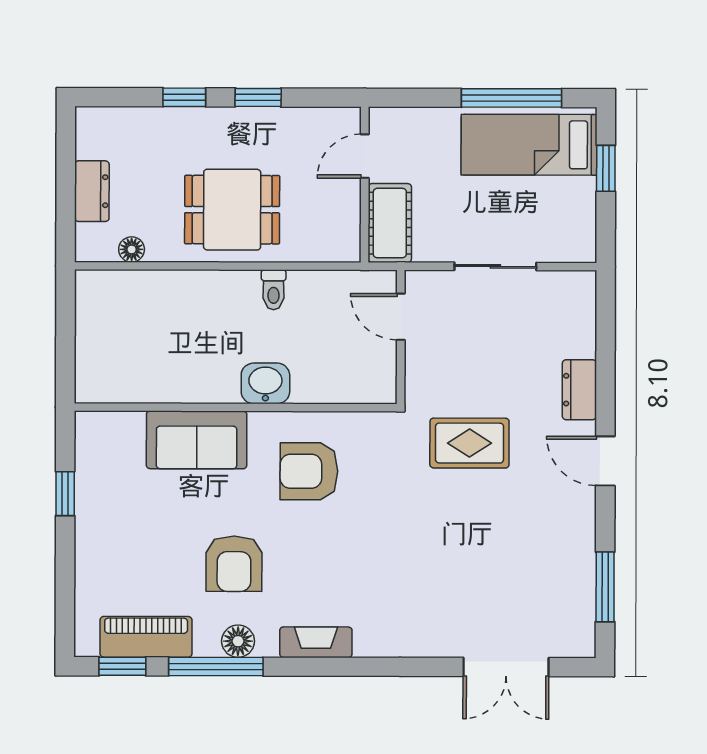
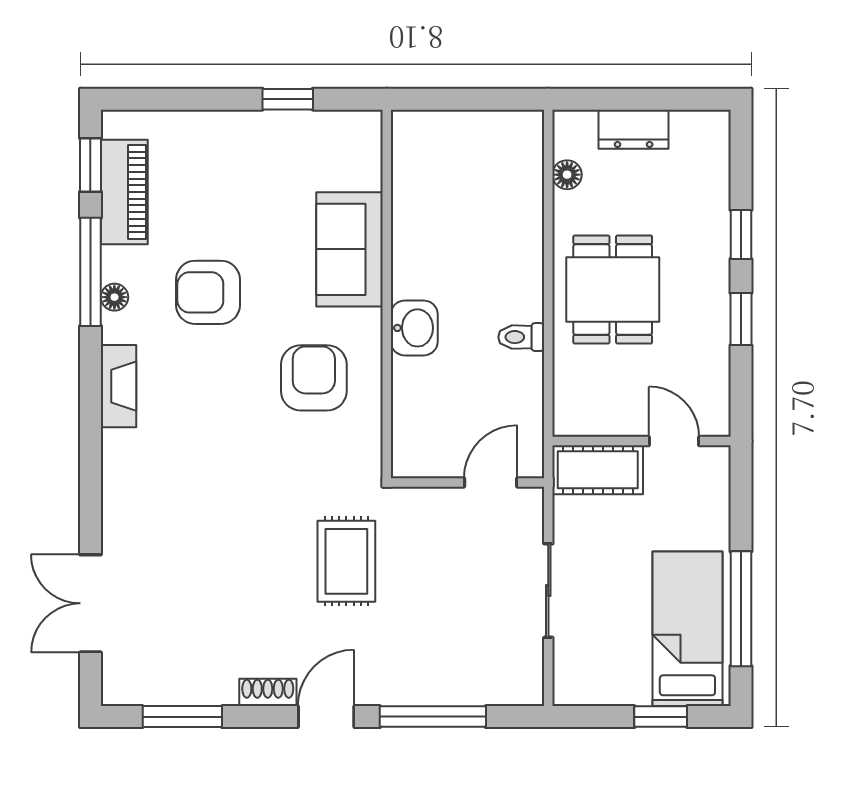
window: (605, 368) -> (433, 717), added
dresser: (579, 390) -> (408, 687), removed
shoe rack: (584, 512) -> (268, 692), added
floor lamp: (238, 641) -> (114, 297), width x0.73, depth x0.73

